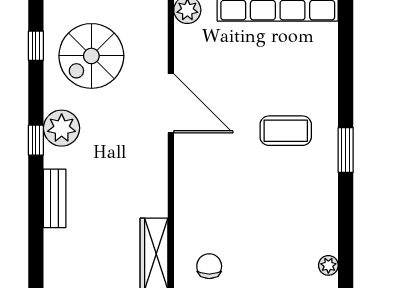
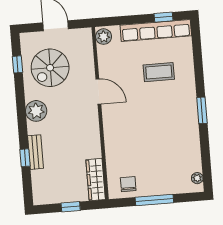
door: (171, 103) -> (98, 92), width x0.73
coffee table: (286, 131) -> (159, 72), moved
window: (36, 140) -> (25, 158), moved

